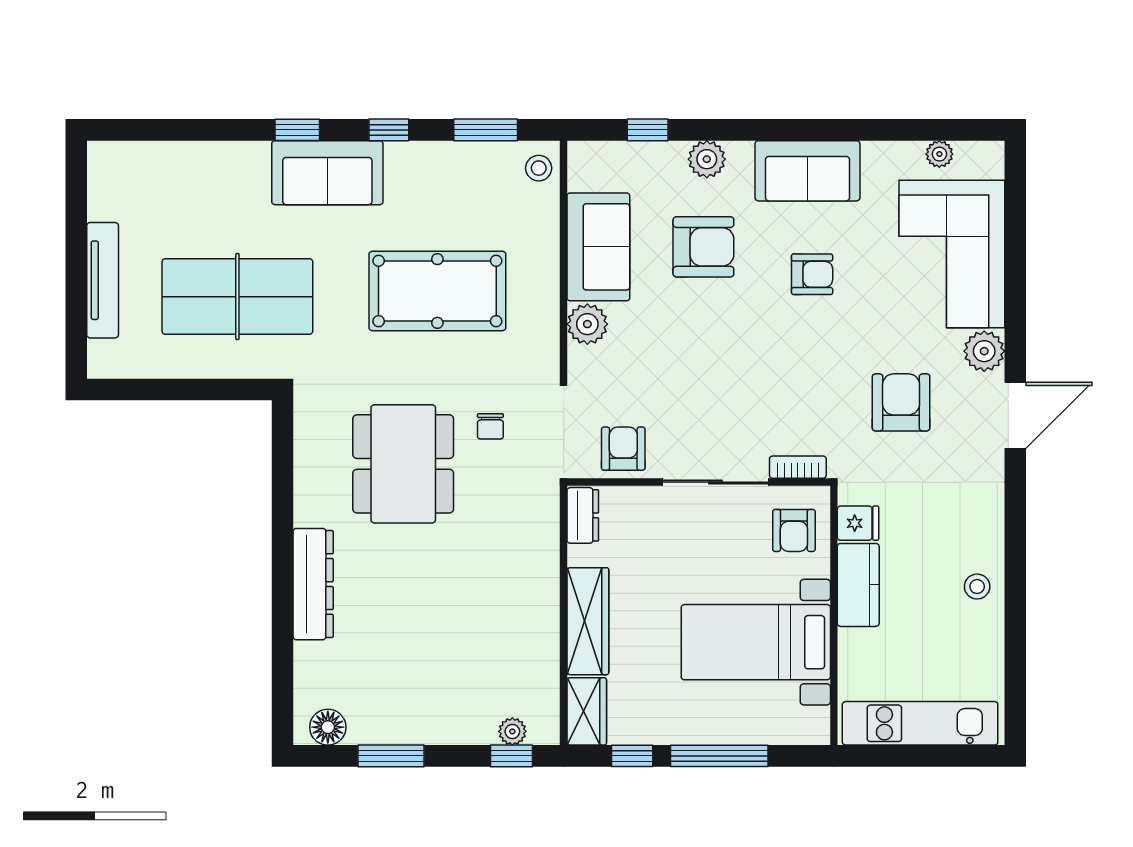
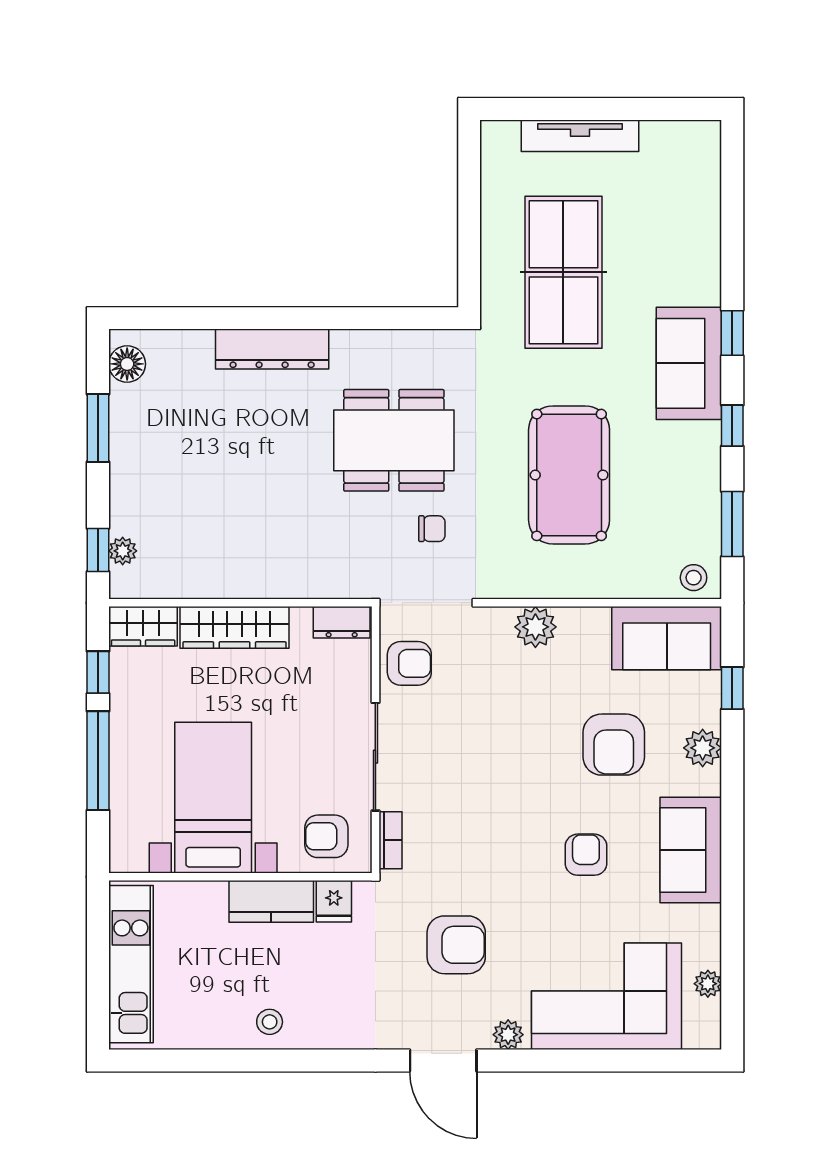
sofa: (598, 247) -> (667, 638), moved
armchair: (812, 274) -> (586, 855), turned 180
plant: (984, 351) -> (508, 1035), width x0.73, depth x0.73
chair: (490, 426) -> (432, 529), turned 180

